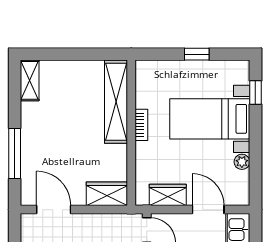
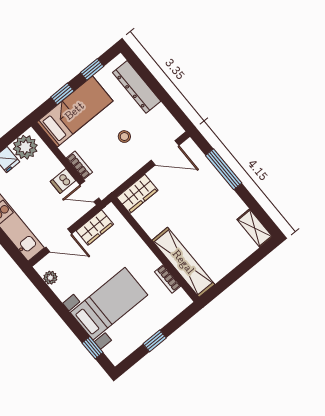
bookcase: (141, 125) -> (168, 279), moved
plant: (242, 162) -> (50, 278), moved

